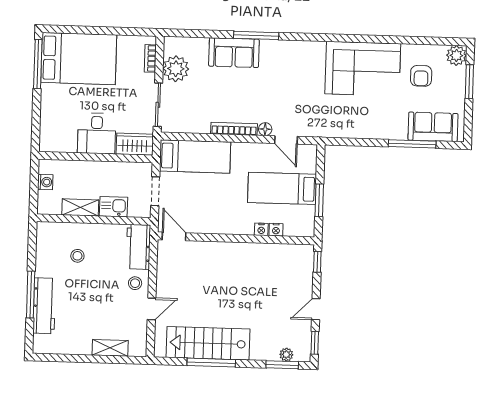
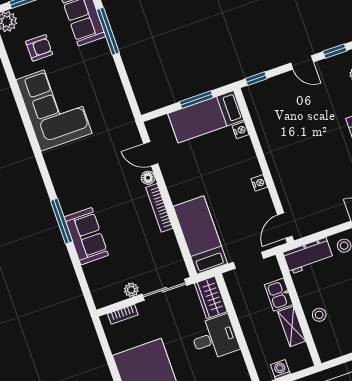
plant: (176, 69) -> (131, 290), width x0.53, depth x0.53
door: (286, 140) -> (151, 154), swing flipped
bed: (282, 188) -> (206, 117), moved, turned 90
nightstand: (261, 229) -> (259, 183), moved
stool: (77, 256) -> (319, 315), moved

